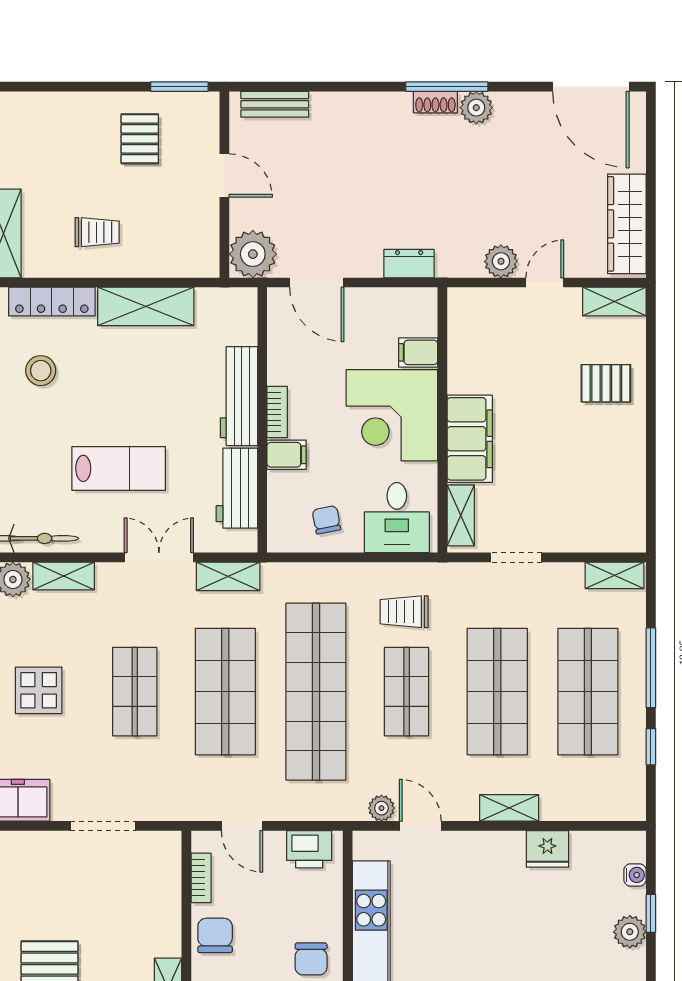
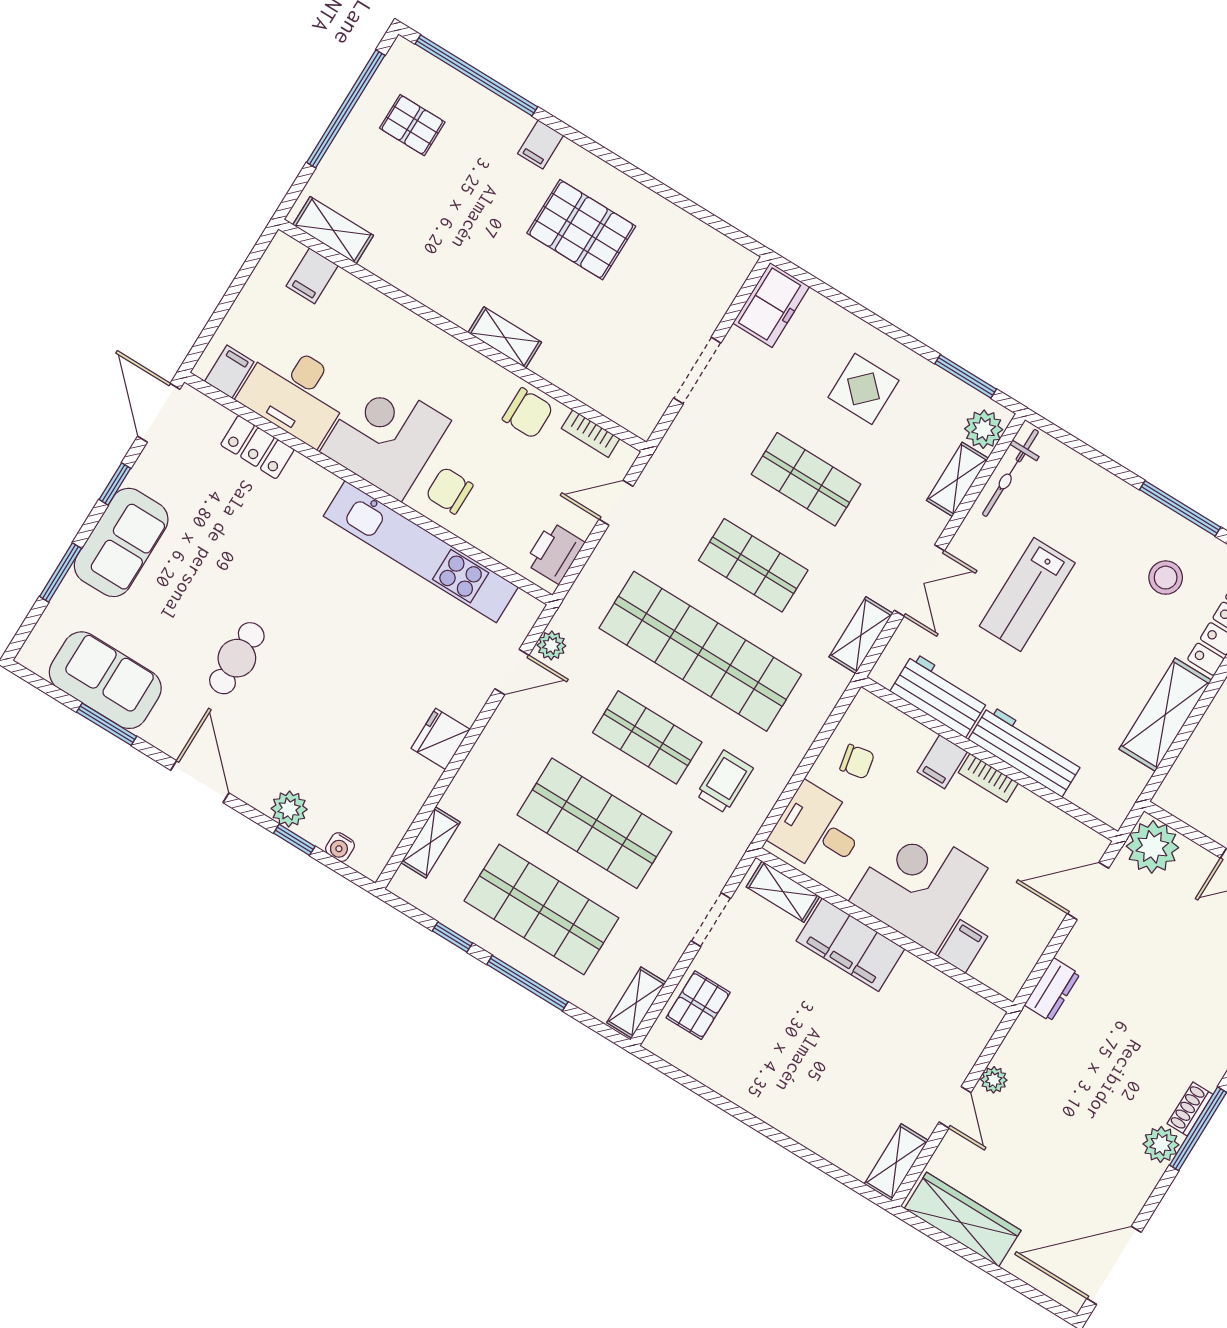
plant: (501, 261) -> (994, 1080), width x0.73, depth x0.73
pallet: (606, 383) -> (698, 1005), moved
shop shelf: (225, 692) -> (753, 565), width x0.70, depth x0.74
shelving: (509, 808) -> (431, 842), moved
fridge: (547, 849) -> (441, 739), moved

